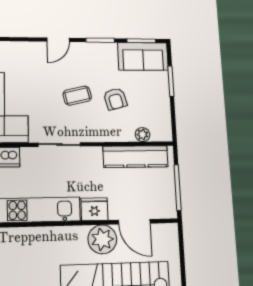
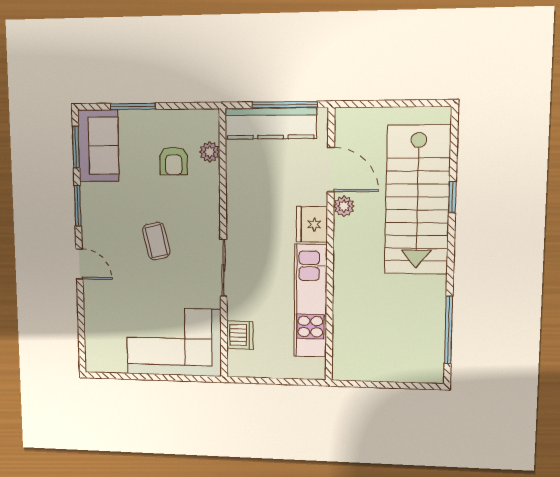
armchair: (115, 99) -> (174, 161), moved, turned 105
kitchen counter: (136, 157) -> (271, 123), moved, turned 90
door: (134, 222) -> (331, 170), hinge flipped
plant: (102, 239) -> (344, 206), width x0.53, depth x0.53

